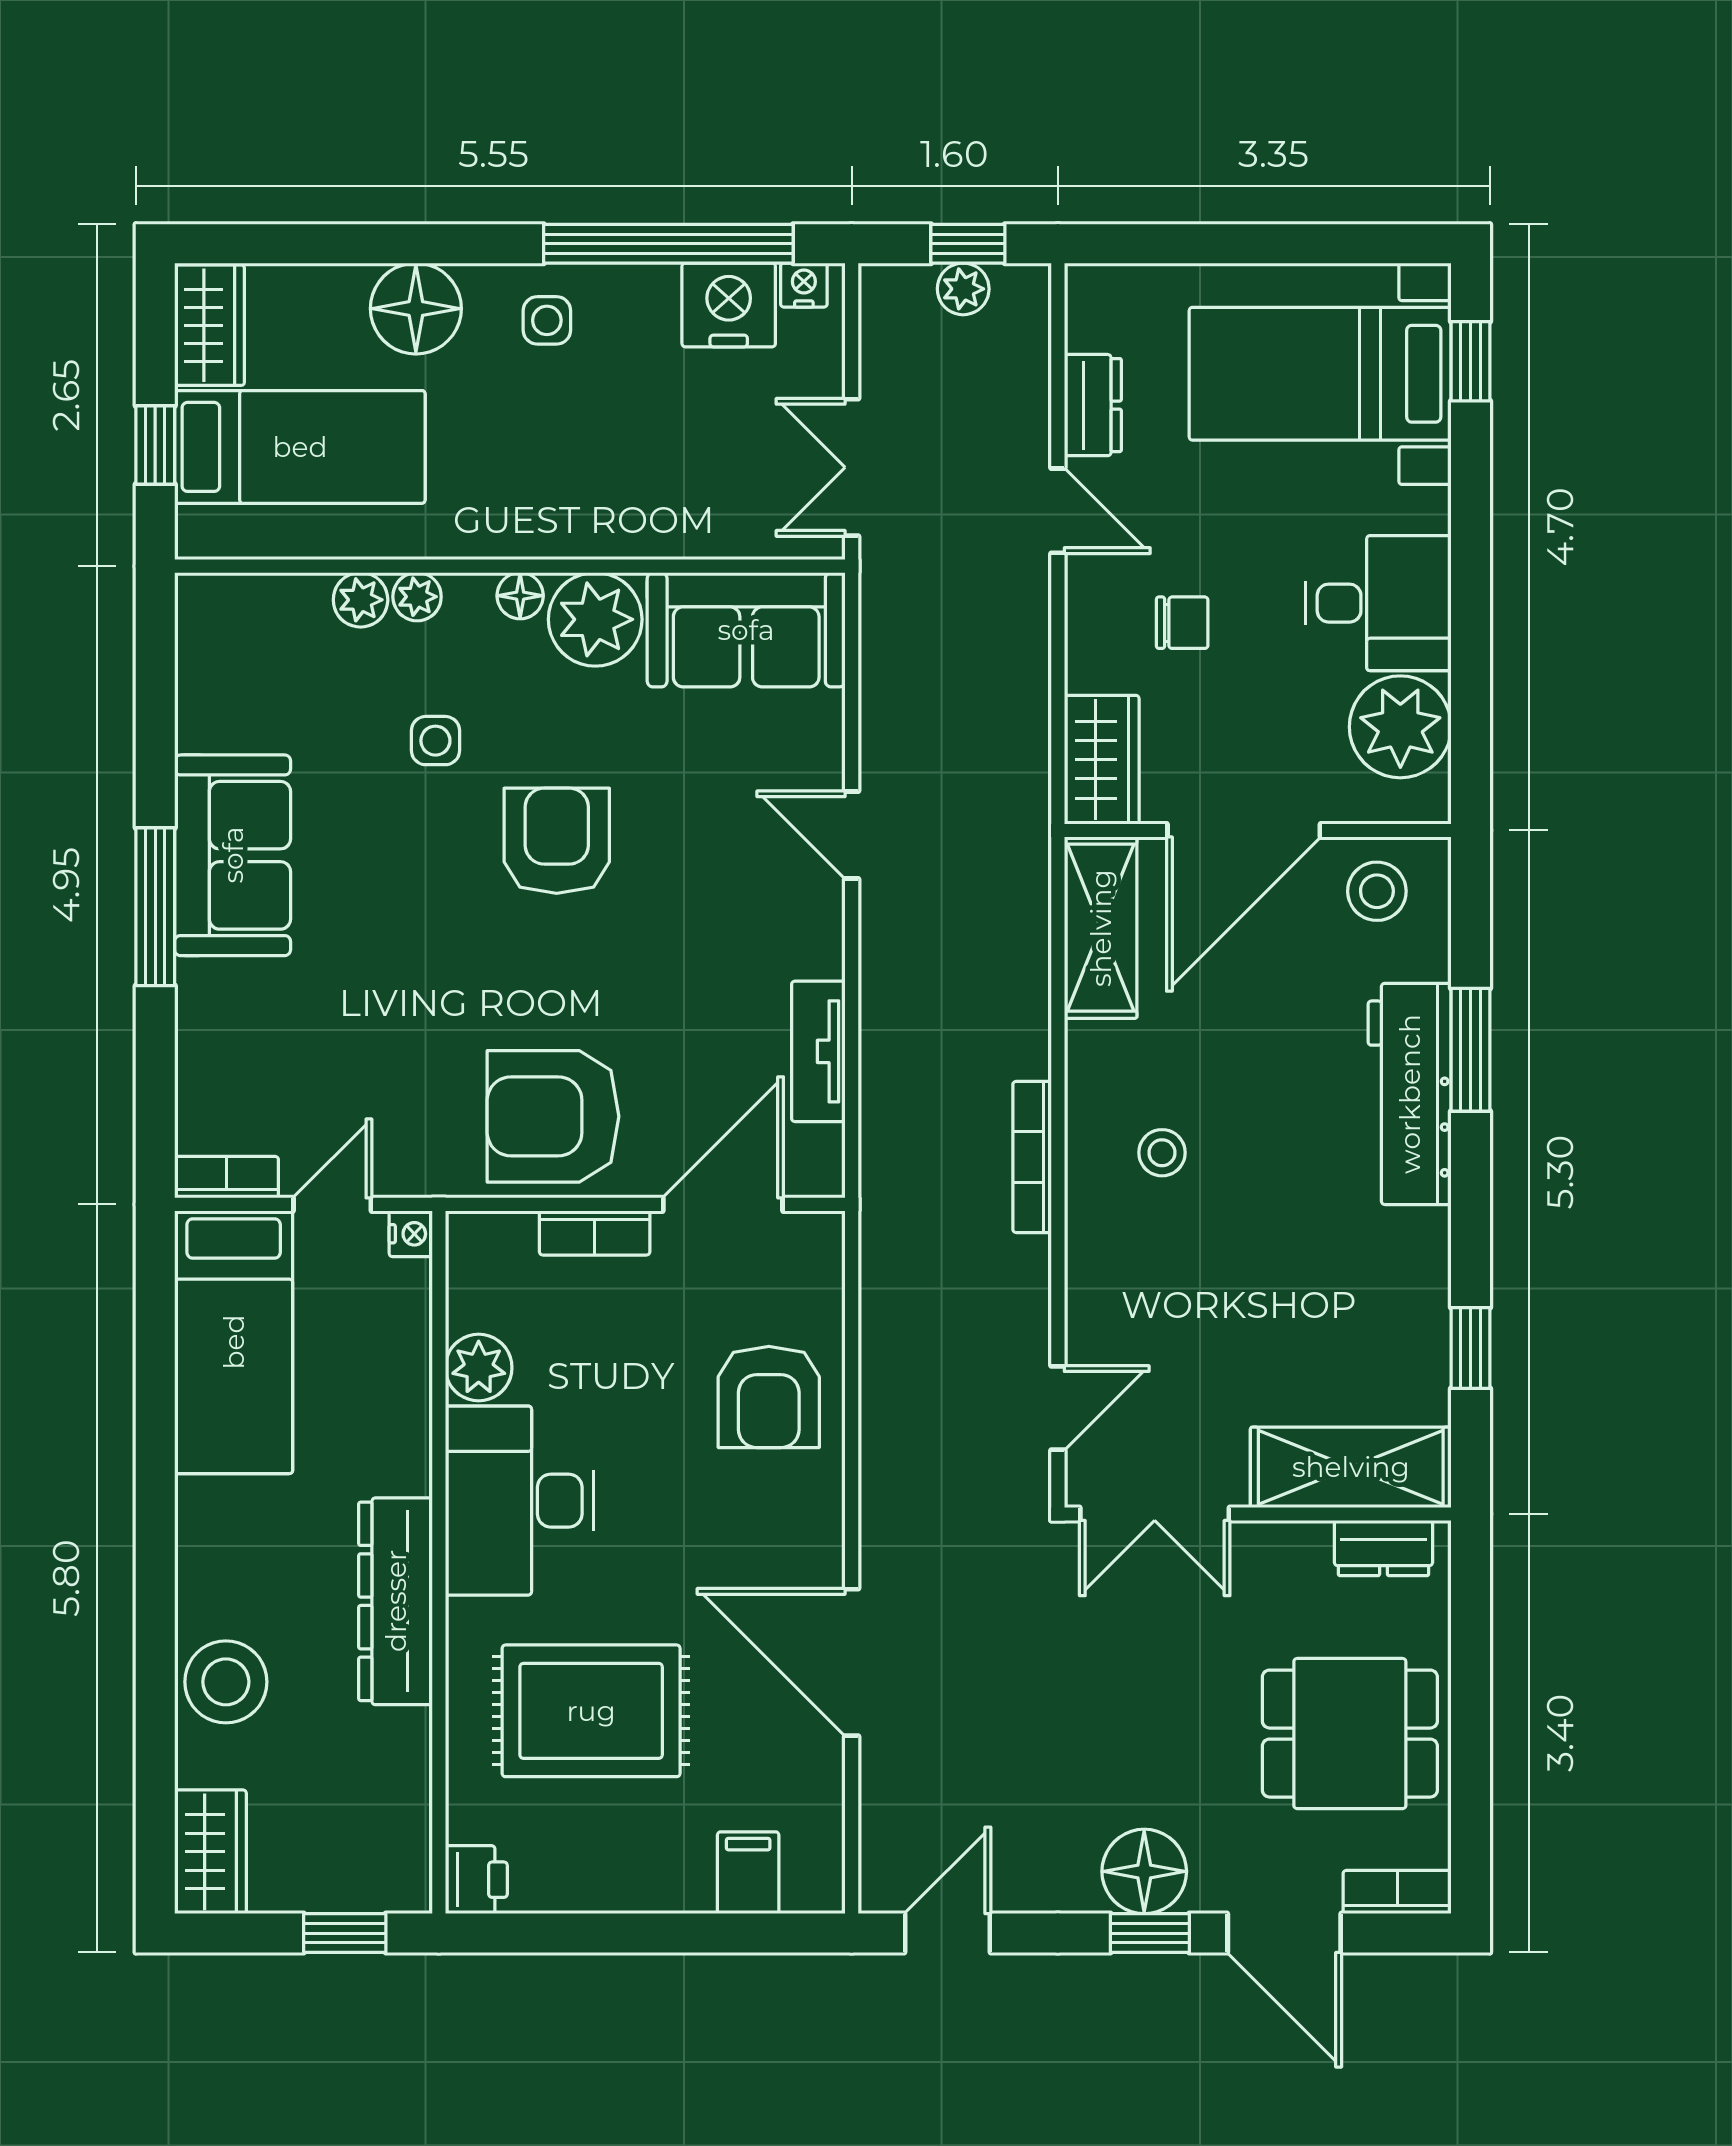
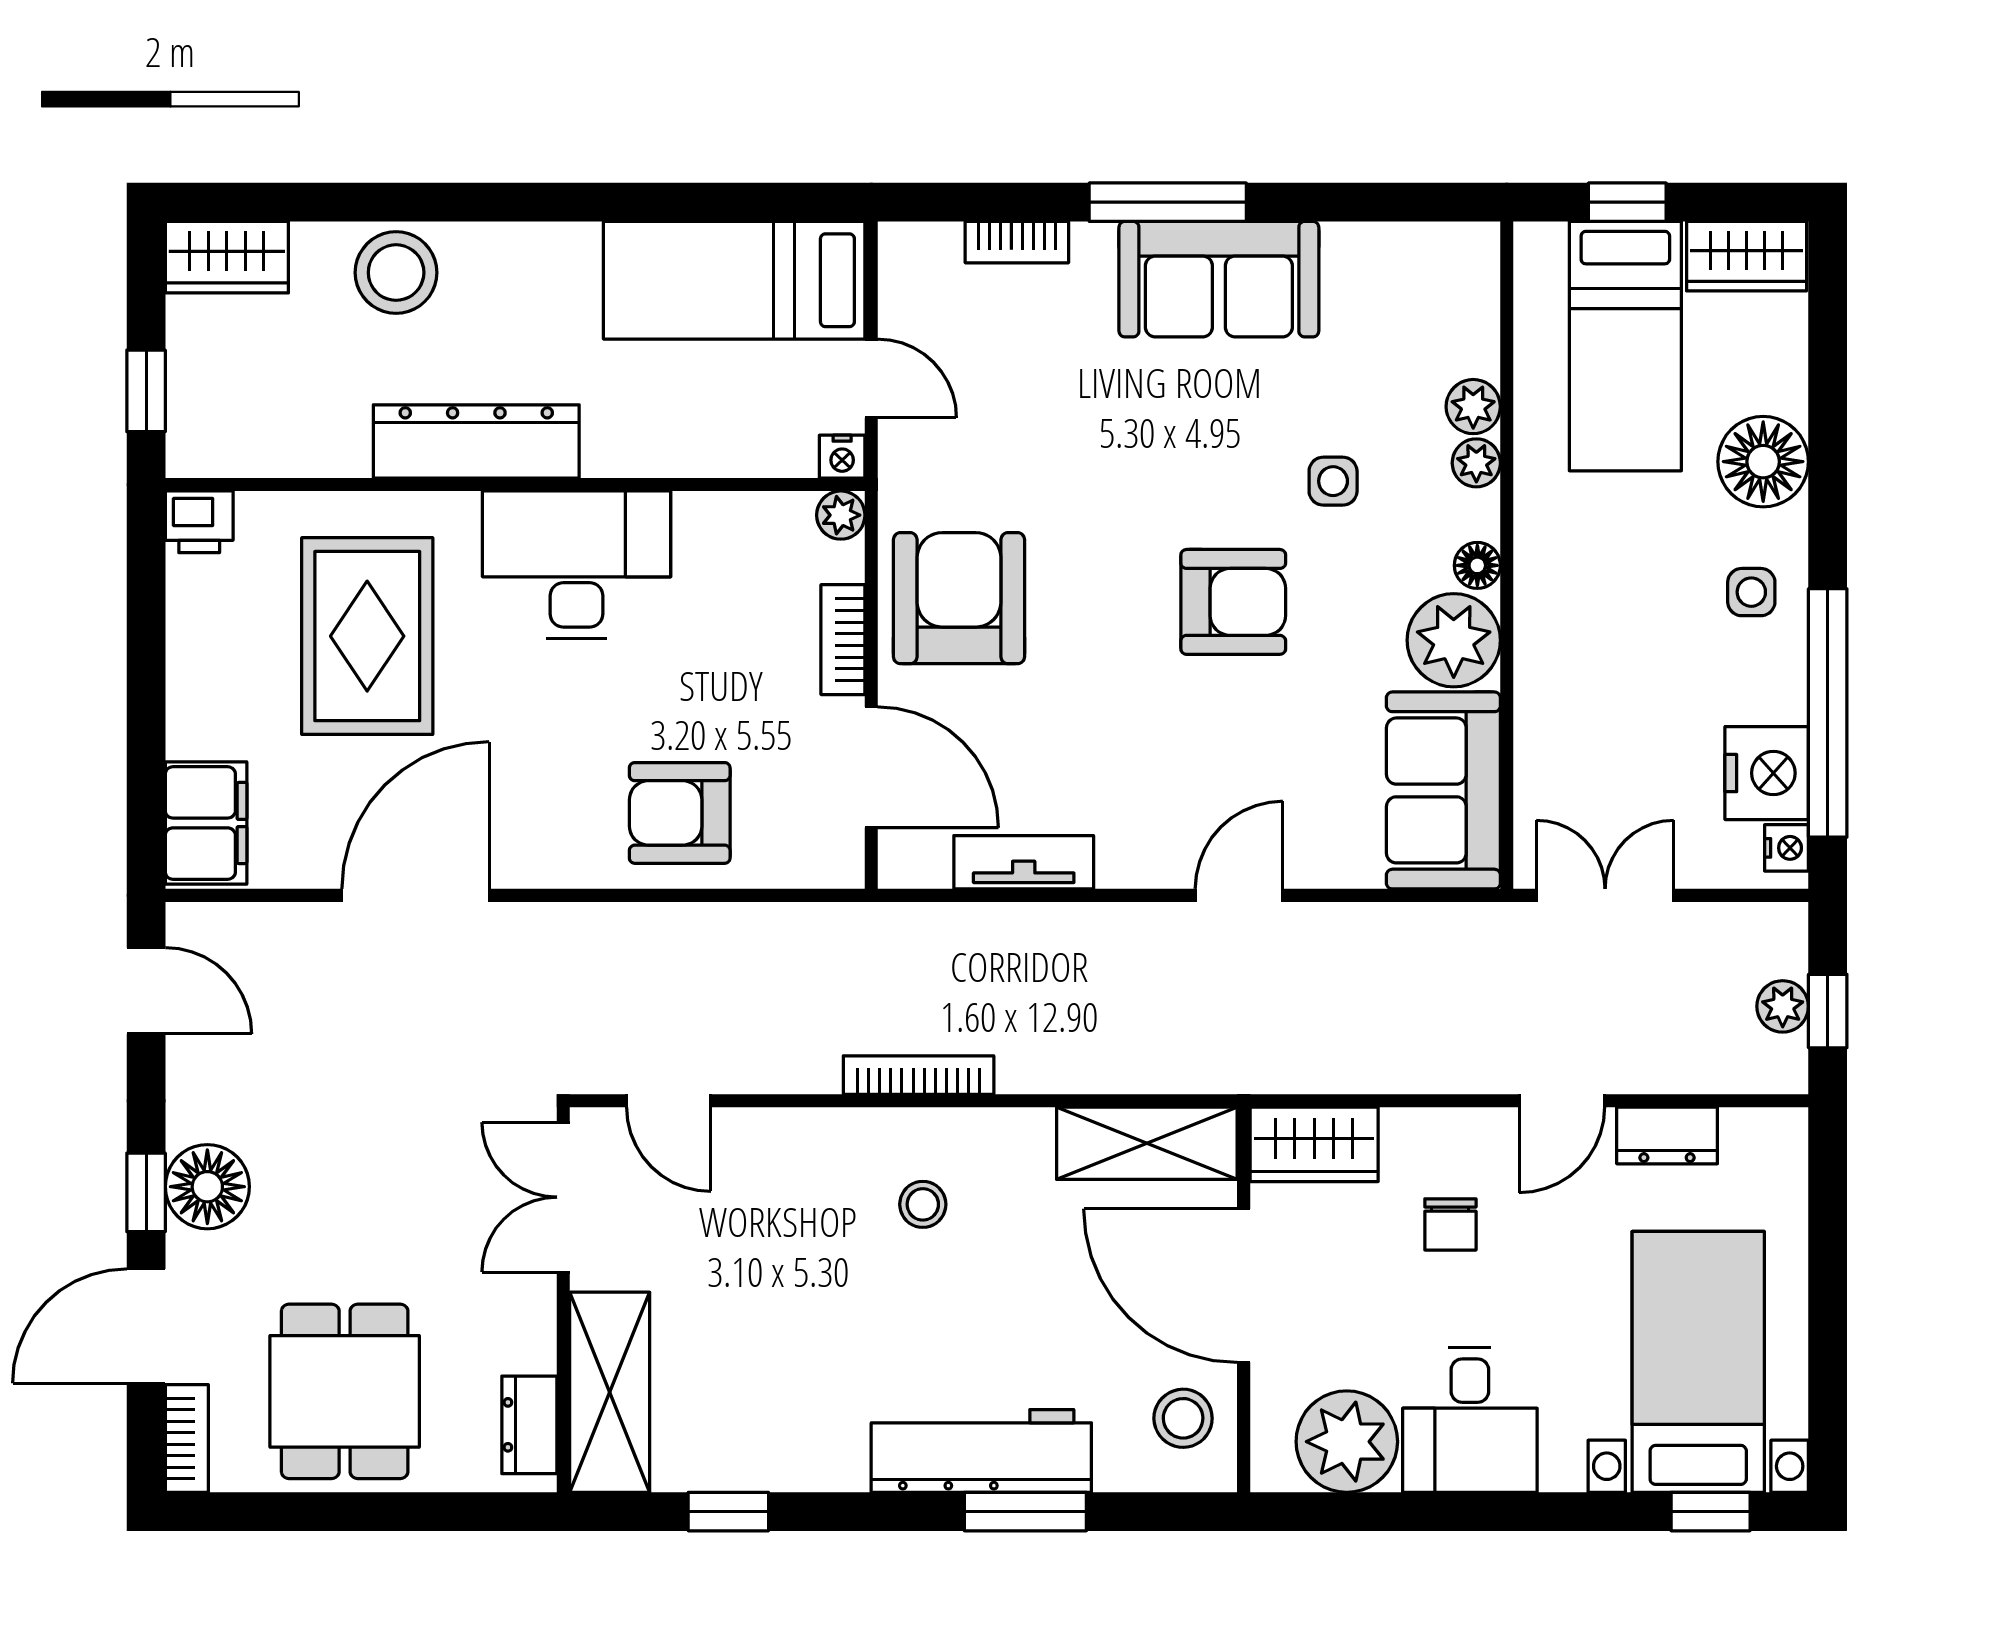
bookcase: (226, 1177) -> (1017, 242), moved, turned 90
plant: (479, 1368) -> (841, 515), moved, width x0.73, depth x0.73
filing cabinet: (748, 1873) -> (206, 823), width x2.00

